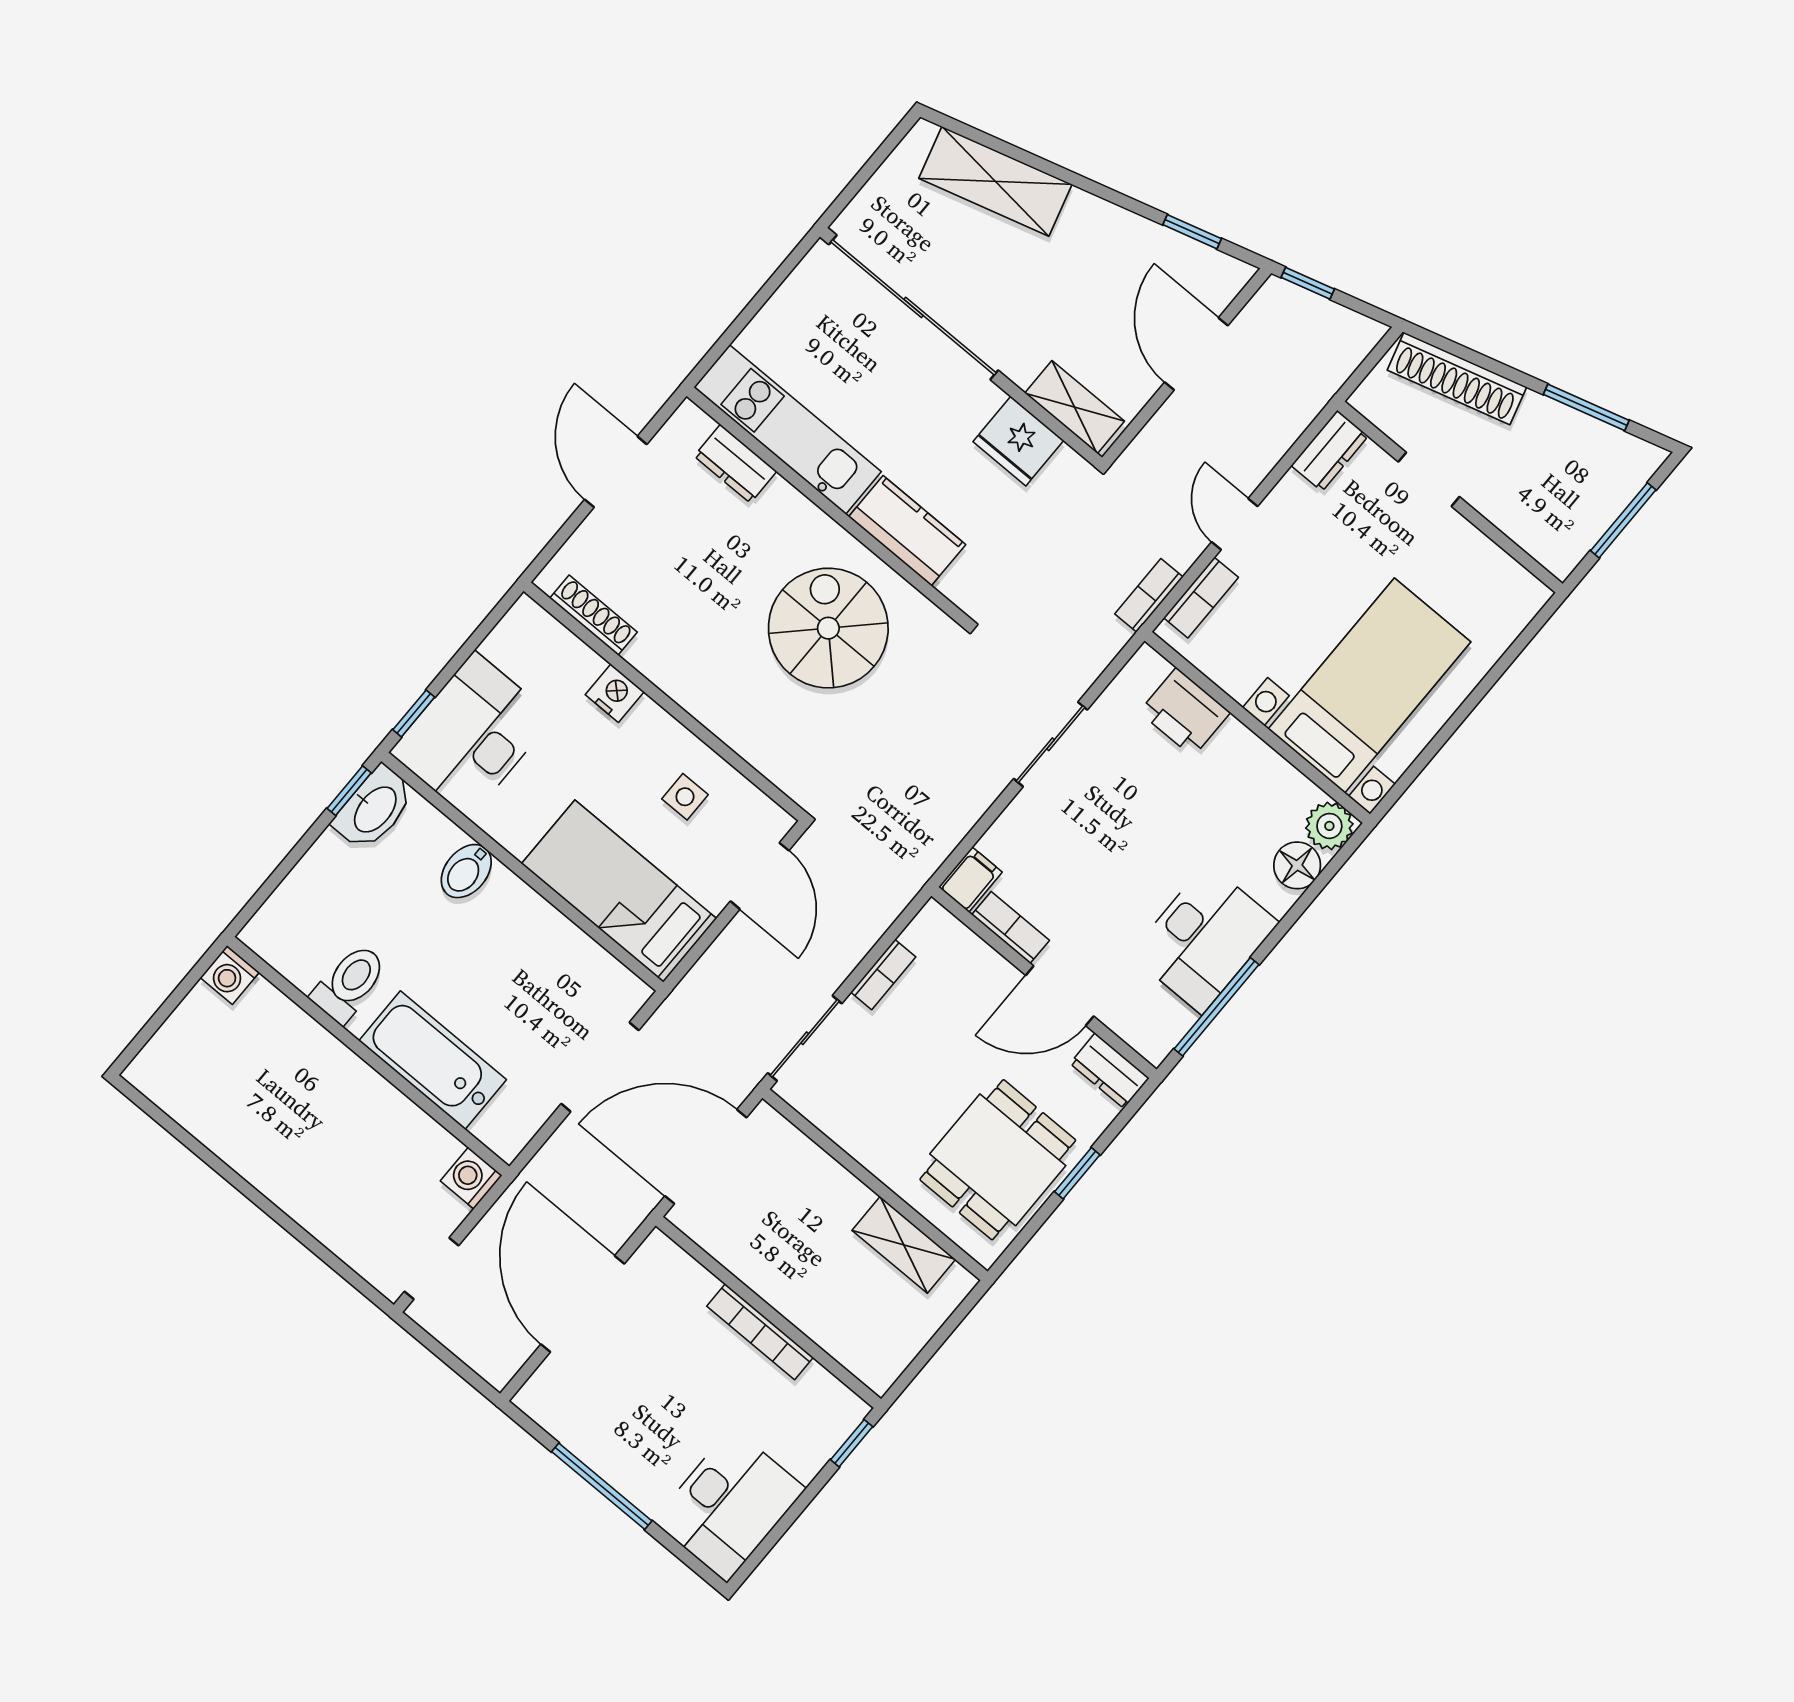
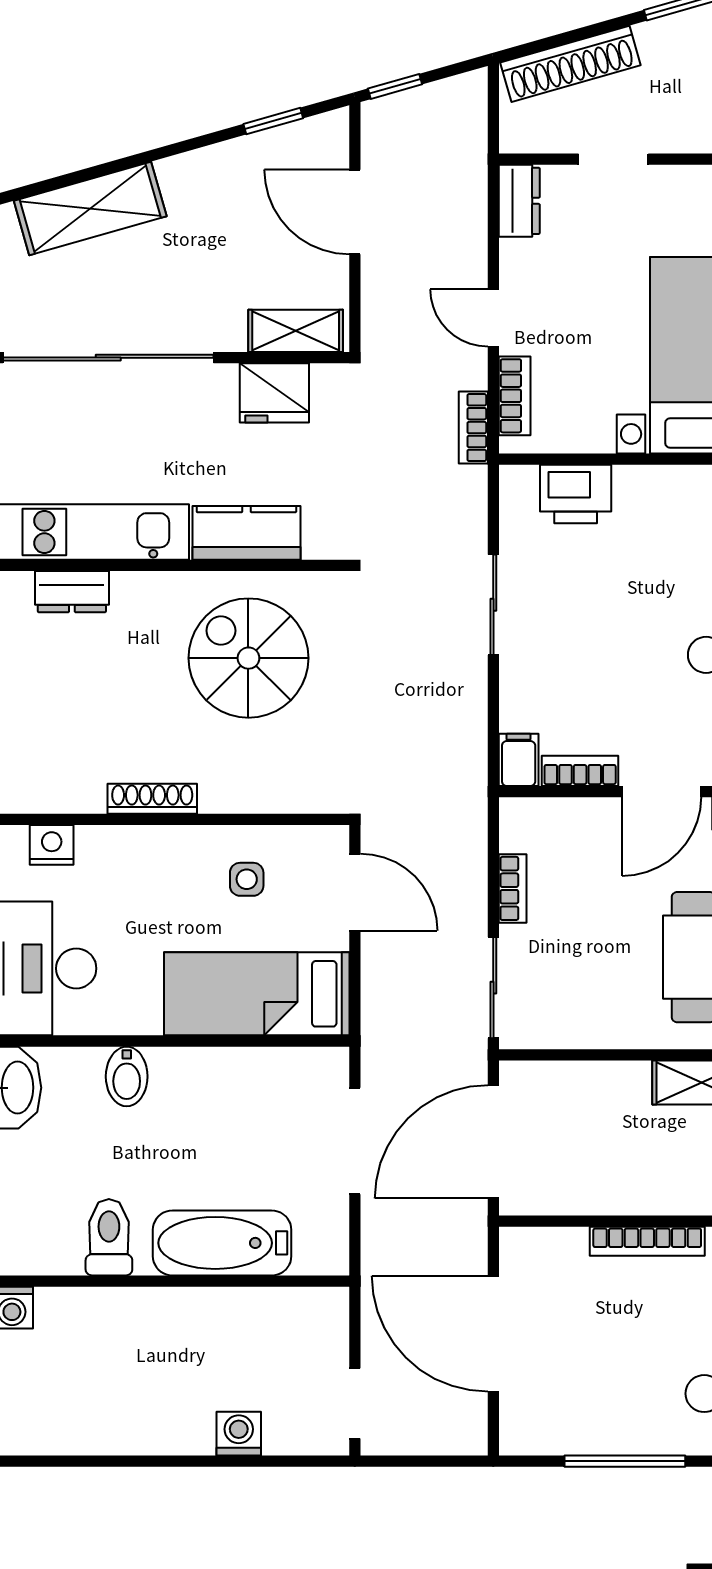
shoe rack: (593, 615) -> (152, 799), moved
nightstand: (615, 693) -> (52, 845), moved
washing machine: (471, 1178) -> (239, 1434), moved, turned 90

